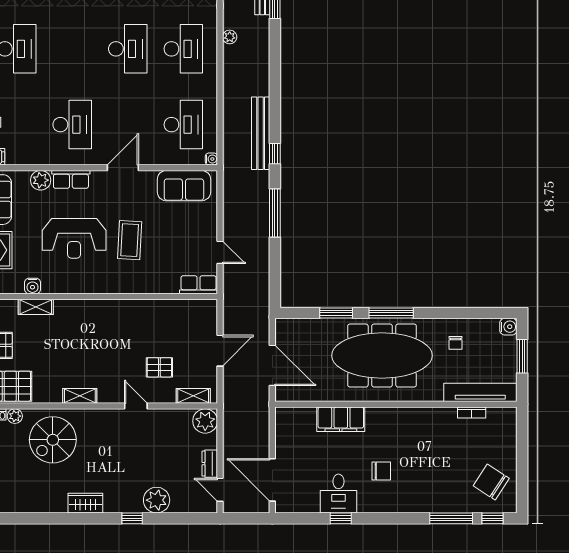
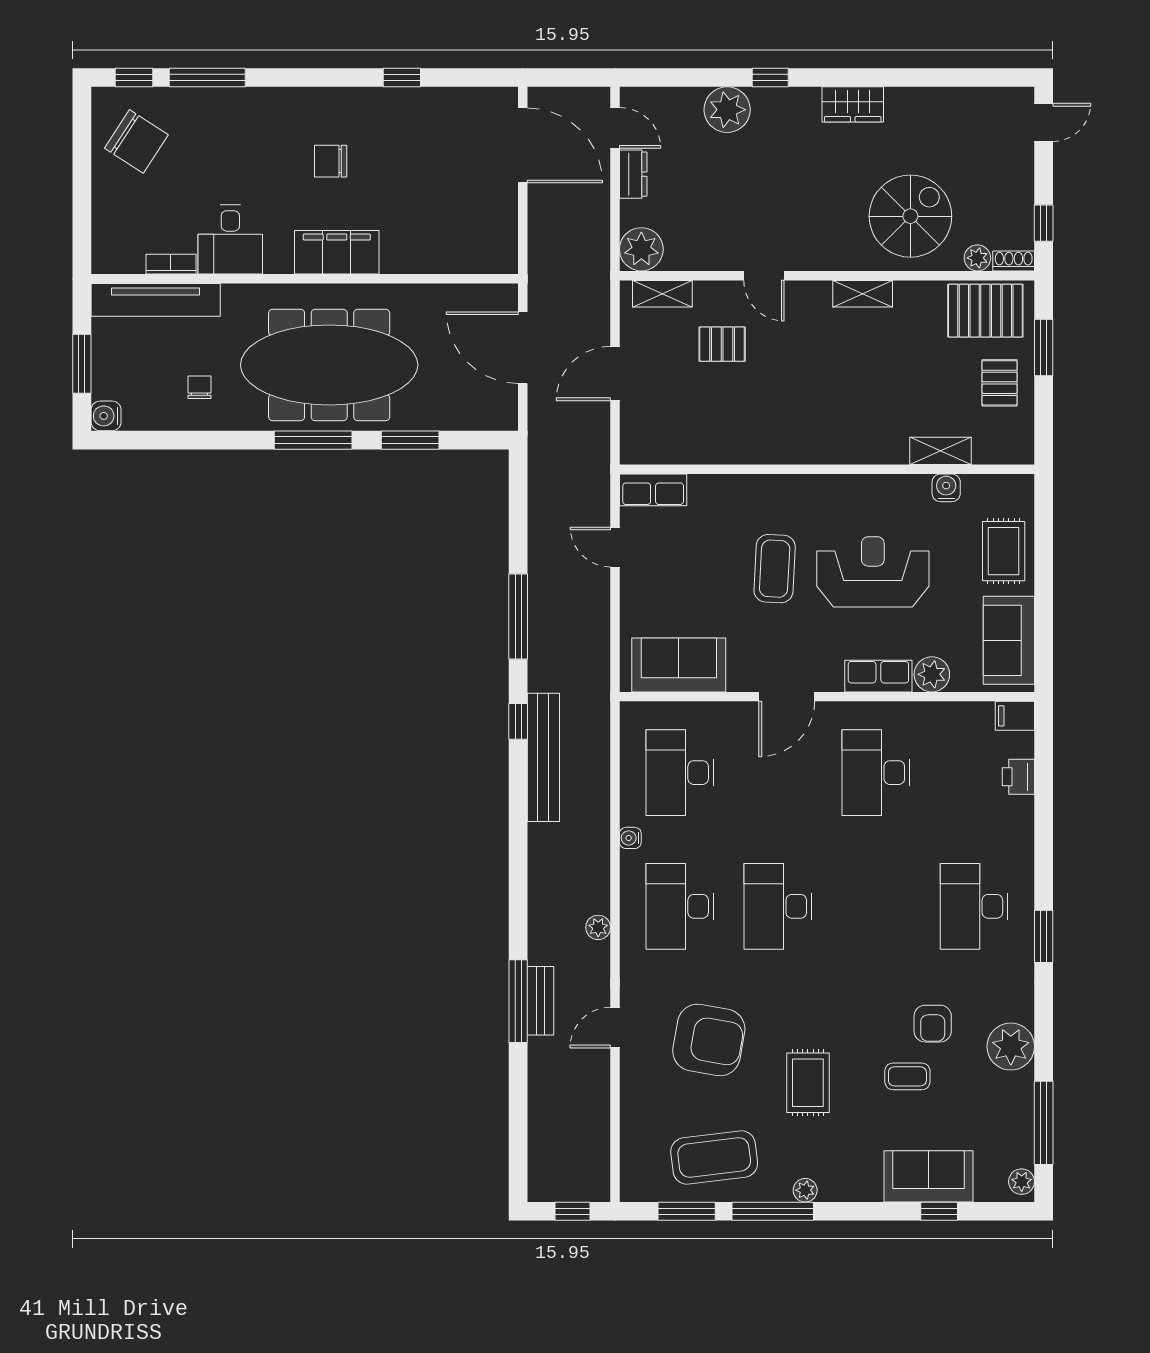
water cooler: (211, 159) -> (630, 838), moved
filing cabinet: (341, 419) -> (337, 252), moved
desk: (338, 494) -> (230, 240), moved, turned 180

